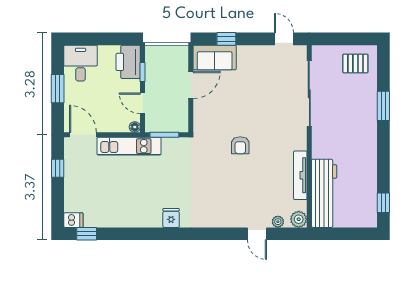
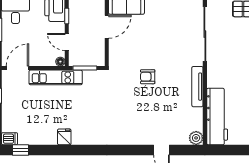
door: (83, 135) -> (17, 68), hinge flipped
armchair: (240, 145) -> (148, 77), turned 90
tv unit: (300, 175) -> (197, 87), moved
fridge: (171, 218) -> (64, 137), moved
plant: (278, 222) -> (179, 140), removed

